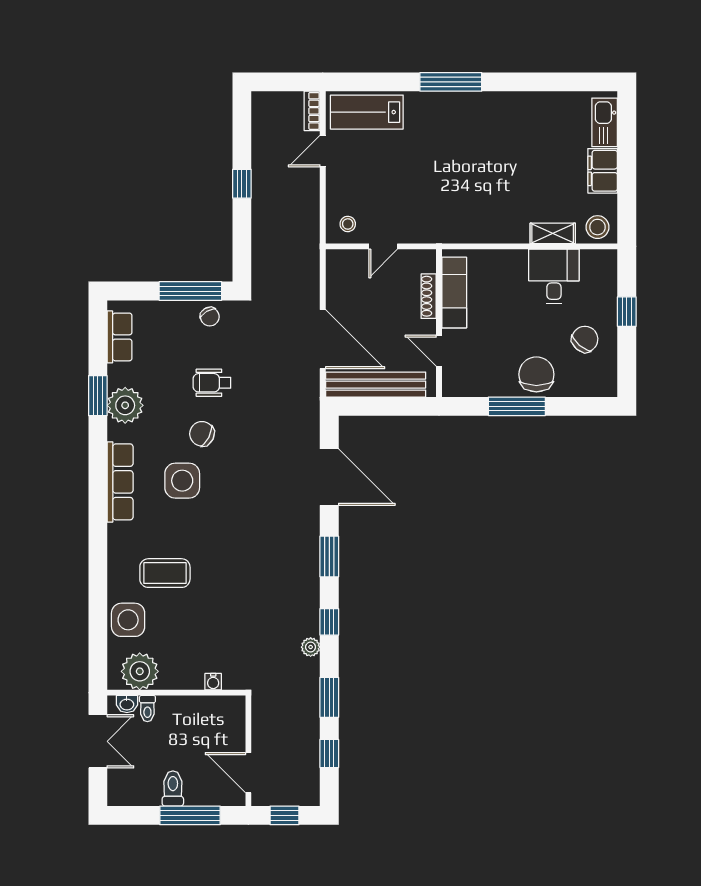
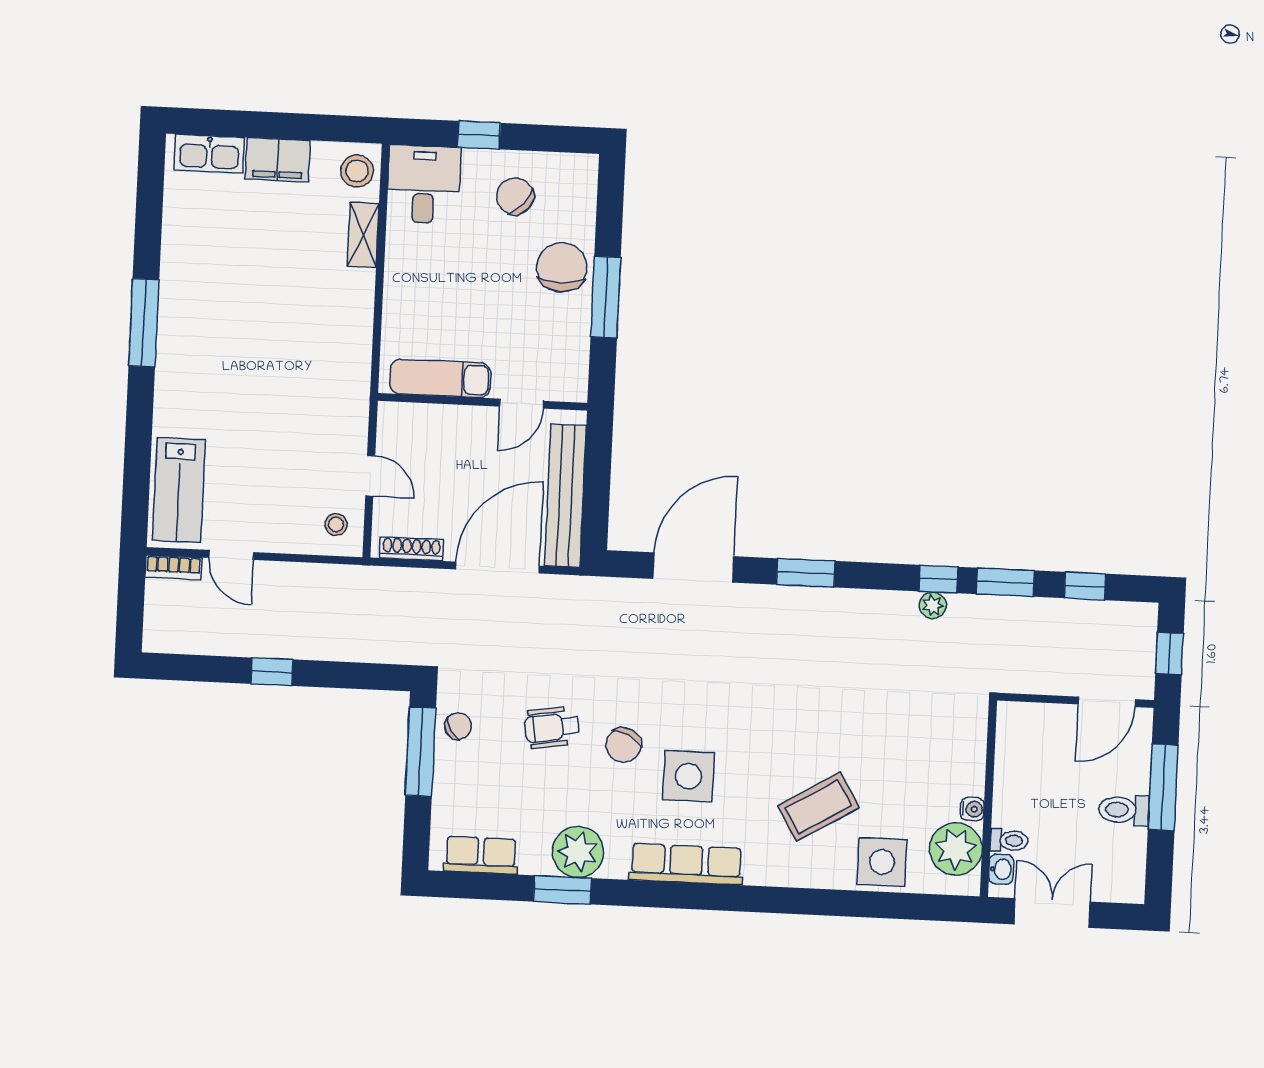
window: (451, 82) -> (144, 323), moved
desk: (554, 276) -> (424, 184), moved, turned 90
shoe rack: (429, 296) -> (412, 549), moved, turned 180
chair: (536, 374) -> (562, 267), turned 90
wheelchair: (212, 383) -> (552, 727), turned 81
coffee table: (165, 573) -> (818, 807), turned 59
window: (329, 622) -> (938, 579), moved
water cooler: (213, 682) -> (972, 809), moved

